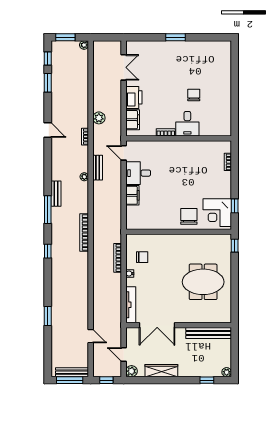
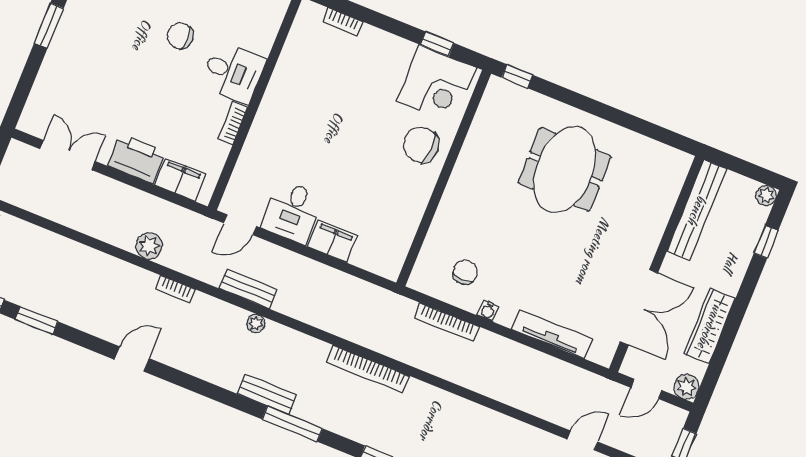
double door: (157, 325) -> (639, 307), moved
wall: (179, 325) -> (656, 264), moved
bench: (209, 333) -> (697, 210), moved

